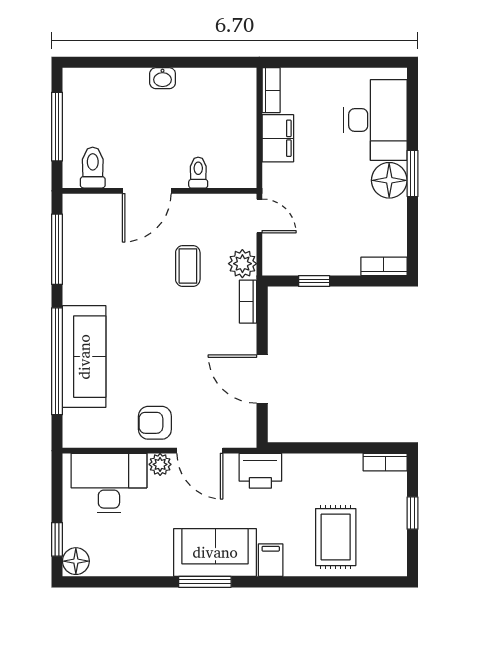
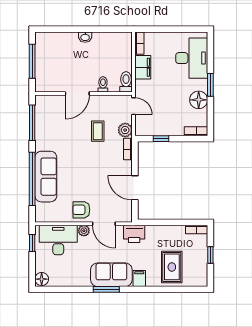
toilet: (93, 168) -> (126, 82), moved
floor lamp: (389, 180) -> (199, 100), moved
window: (57, 539) -> (32, 243), moved

